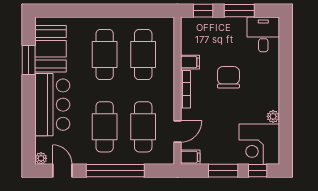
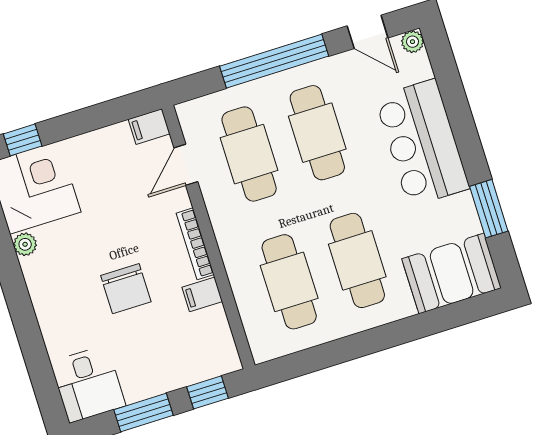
booth: (51, 49) -> (452, 273), moved, turned 90
window: (223, 171) -> (83, 121), removed

